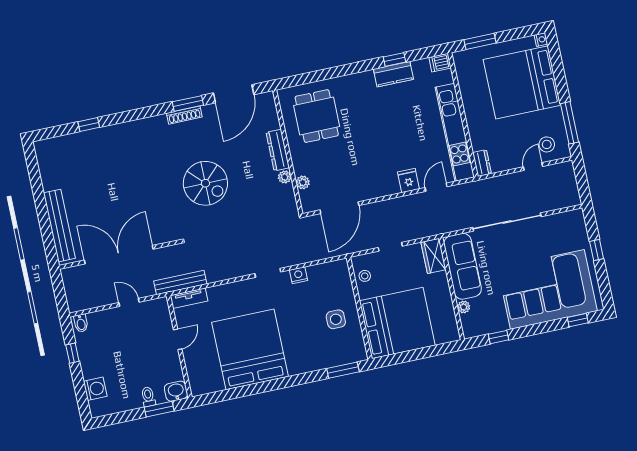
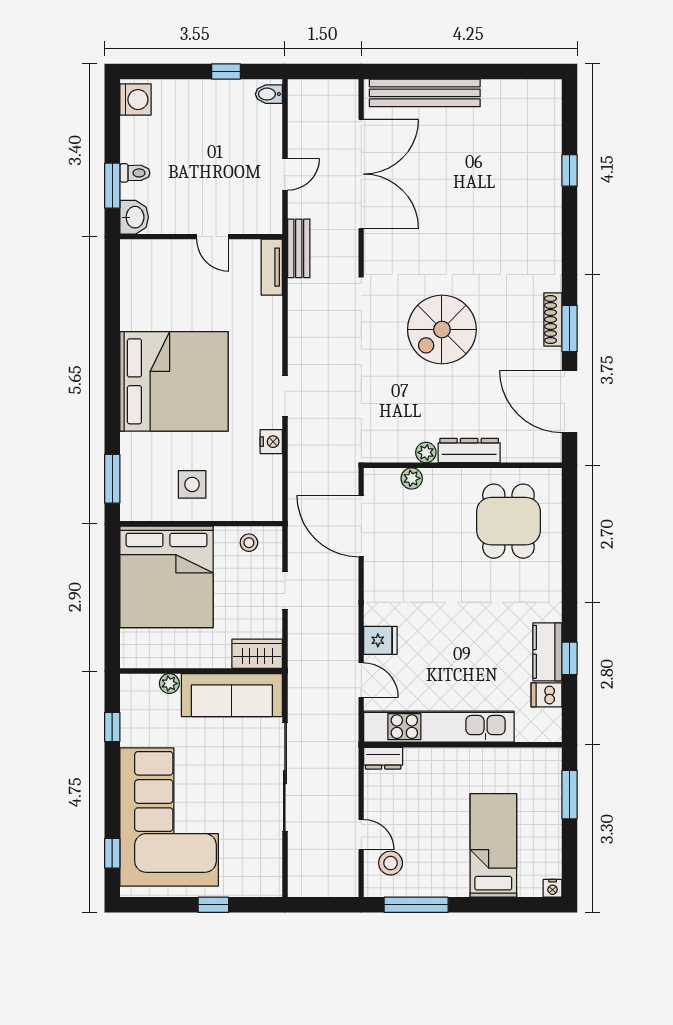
dishwasher: (440, 63) -> (546, 695), moved, turned -90
bed: (522, 82) -> (493, 845), width x0.49
dining table: (317, 116) -> (508, 521), turned 90
bench: (180, 282) -> (299, 248), width x0.73
bed: (250, 349) -> (174, 381), moved
washing machine: (95, 389) -> (135, 100), moved, turned -90

